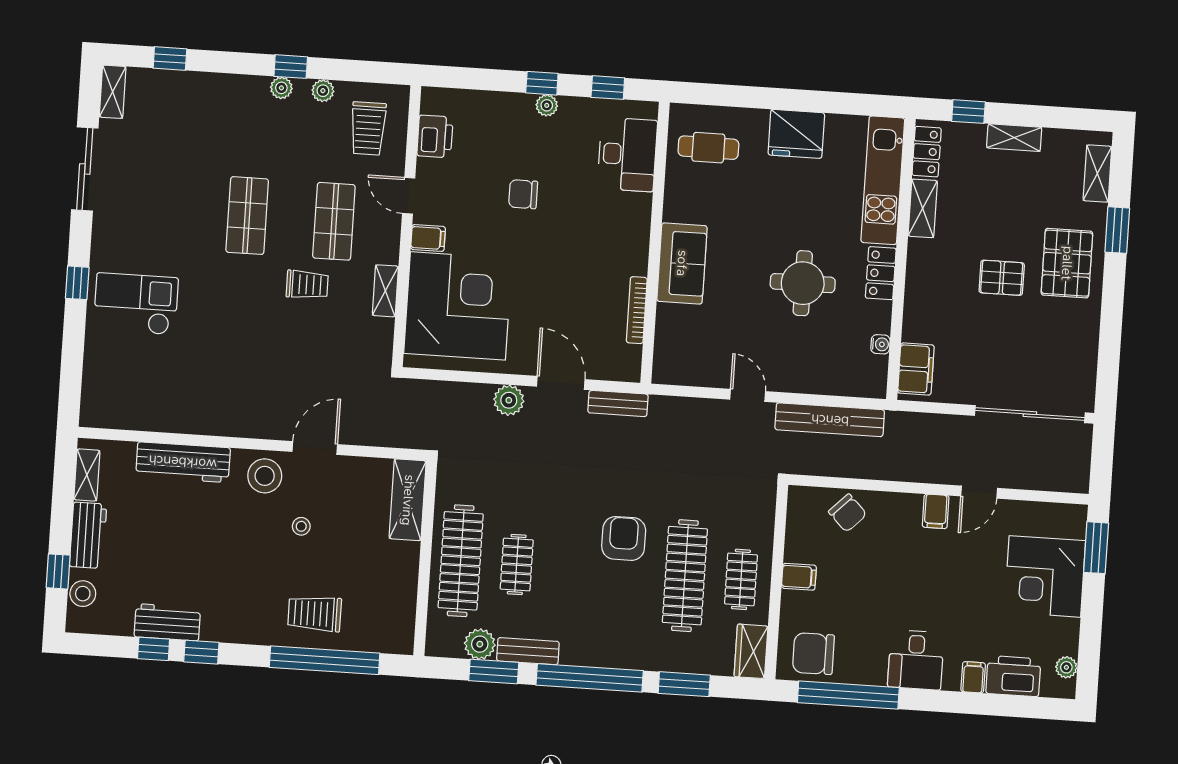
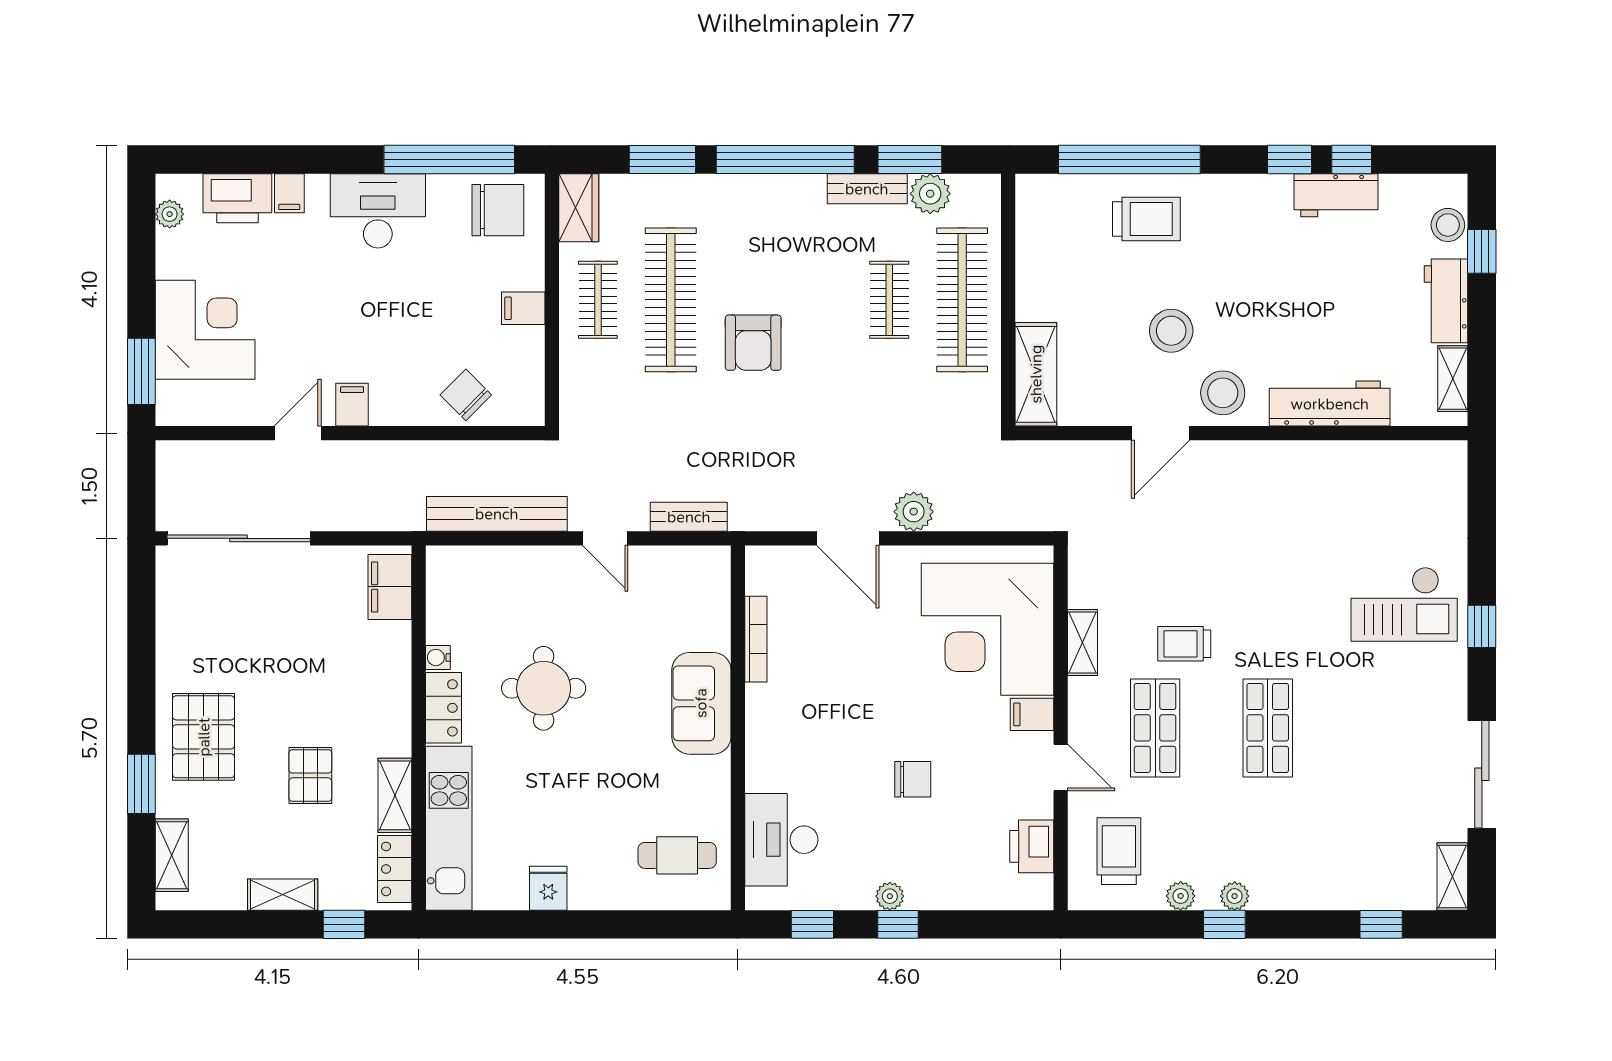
fridge: (796, 134) -> (548, 888), width x0.53, depth x0.75
pallet: (1002, 278) -> (310, 775), moved, turned 90
water cooler: (880, 344) -> (438, 657), moved
bench: (618, 403) -> (689, 517), moved
stool: (301, 526) -> (1171, 331), width x1.89, depth x1.89
desk: (916, 660) -> (378, 211), width x1.37

